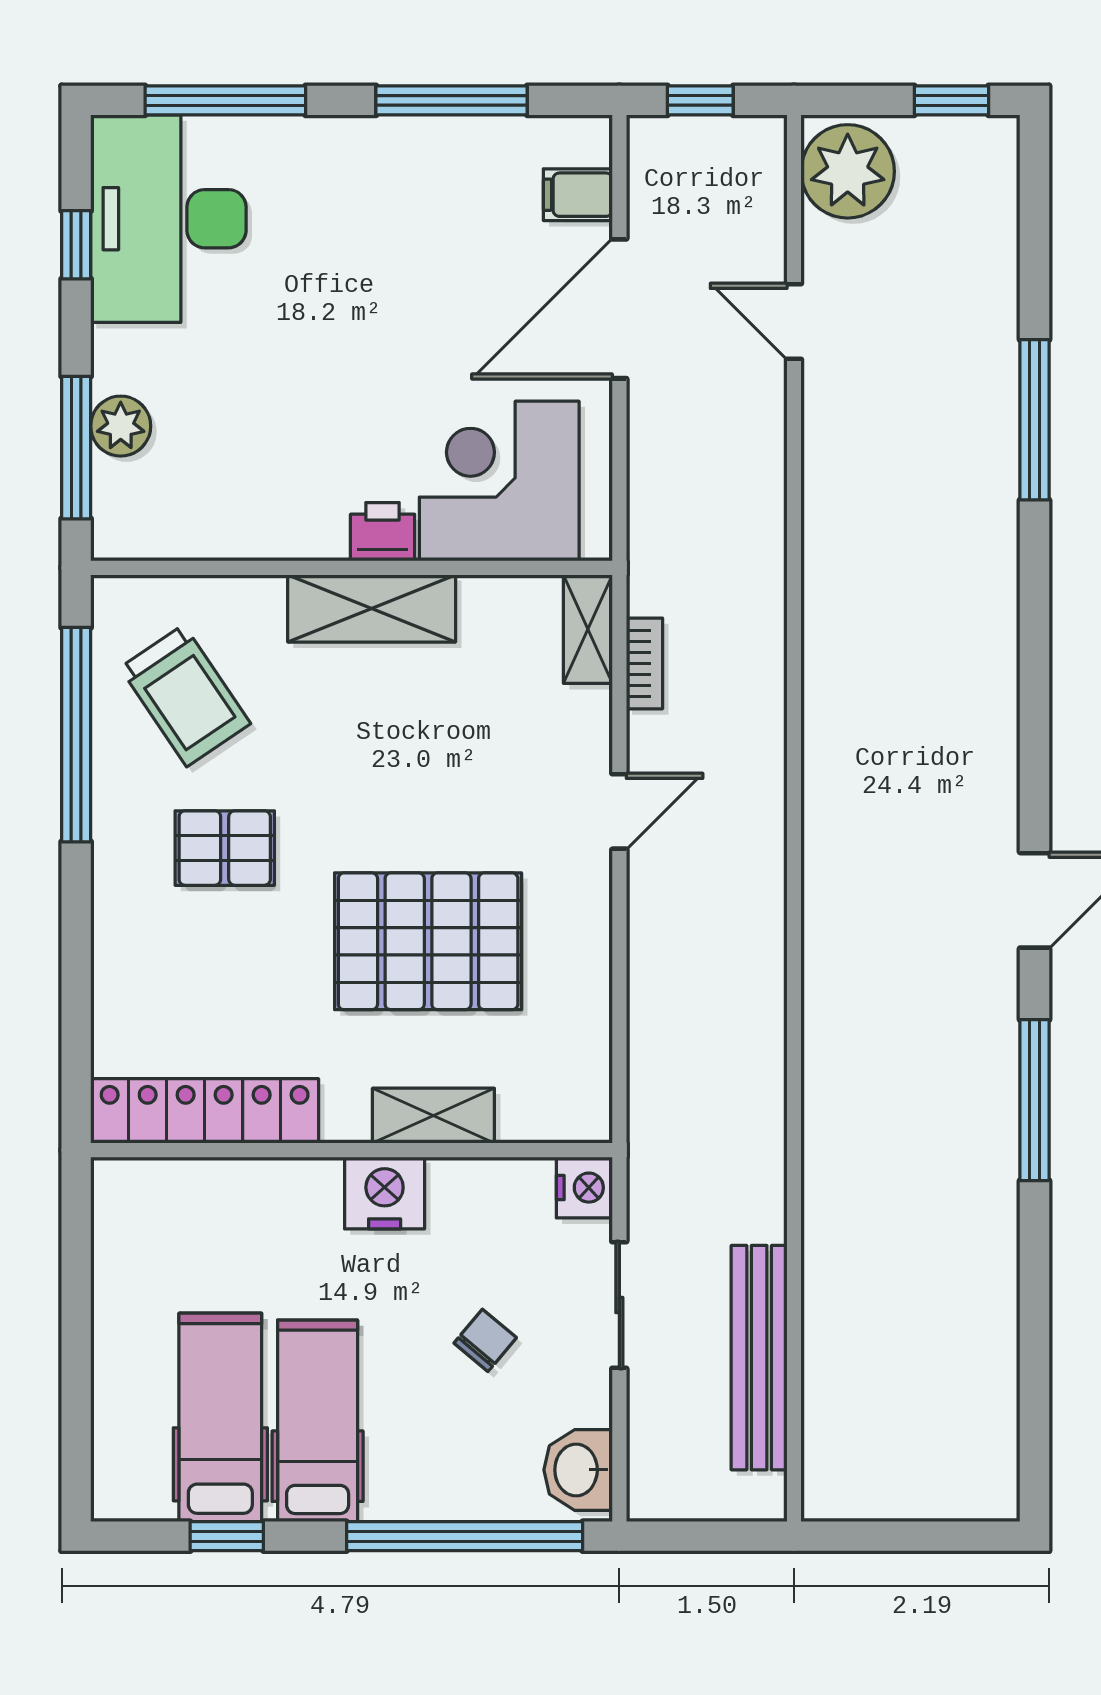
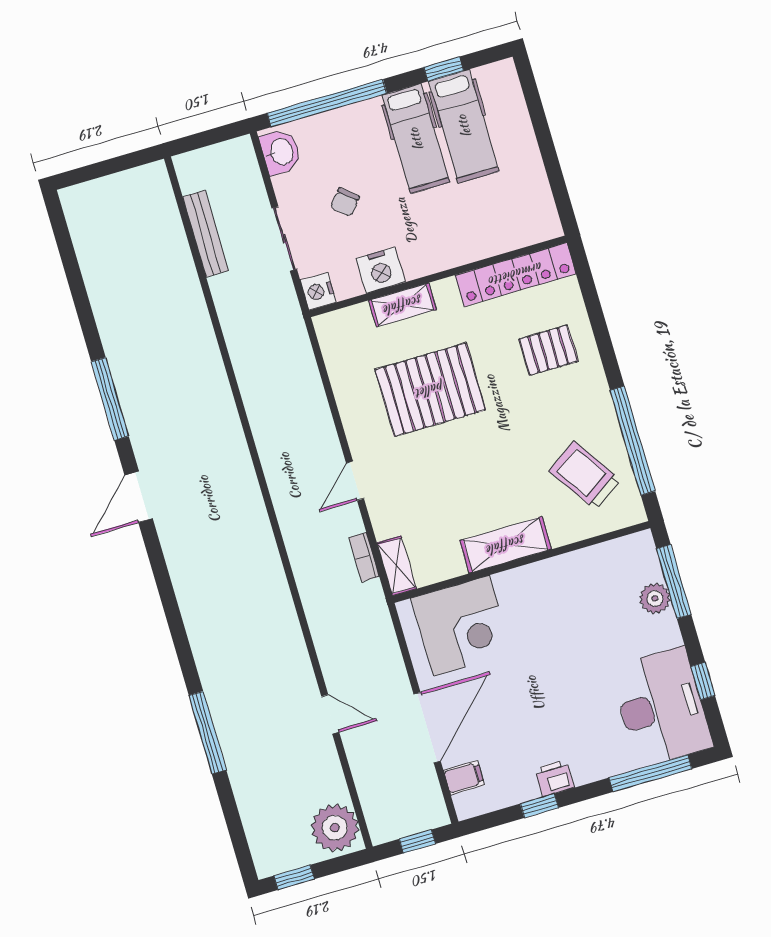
window: (452, 100) -> (539, 806), width x0.46
door: (794, 322) -> (330, 714), moved
printer: (383, 532) -> (554, 778), moved, turned 180
pallet: (225, 848) -> (548, 350), moved
nightstand: (385, 1193) -> (380, 270), moved
bench: (759, 1358) -> (206, 234), width x0.73, depth x0.82

